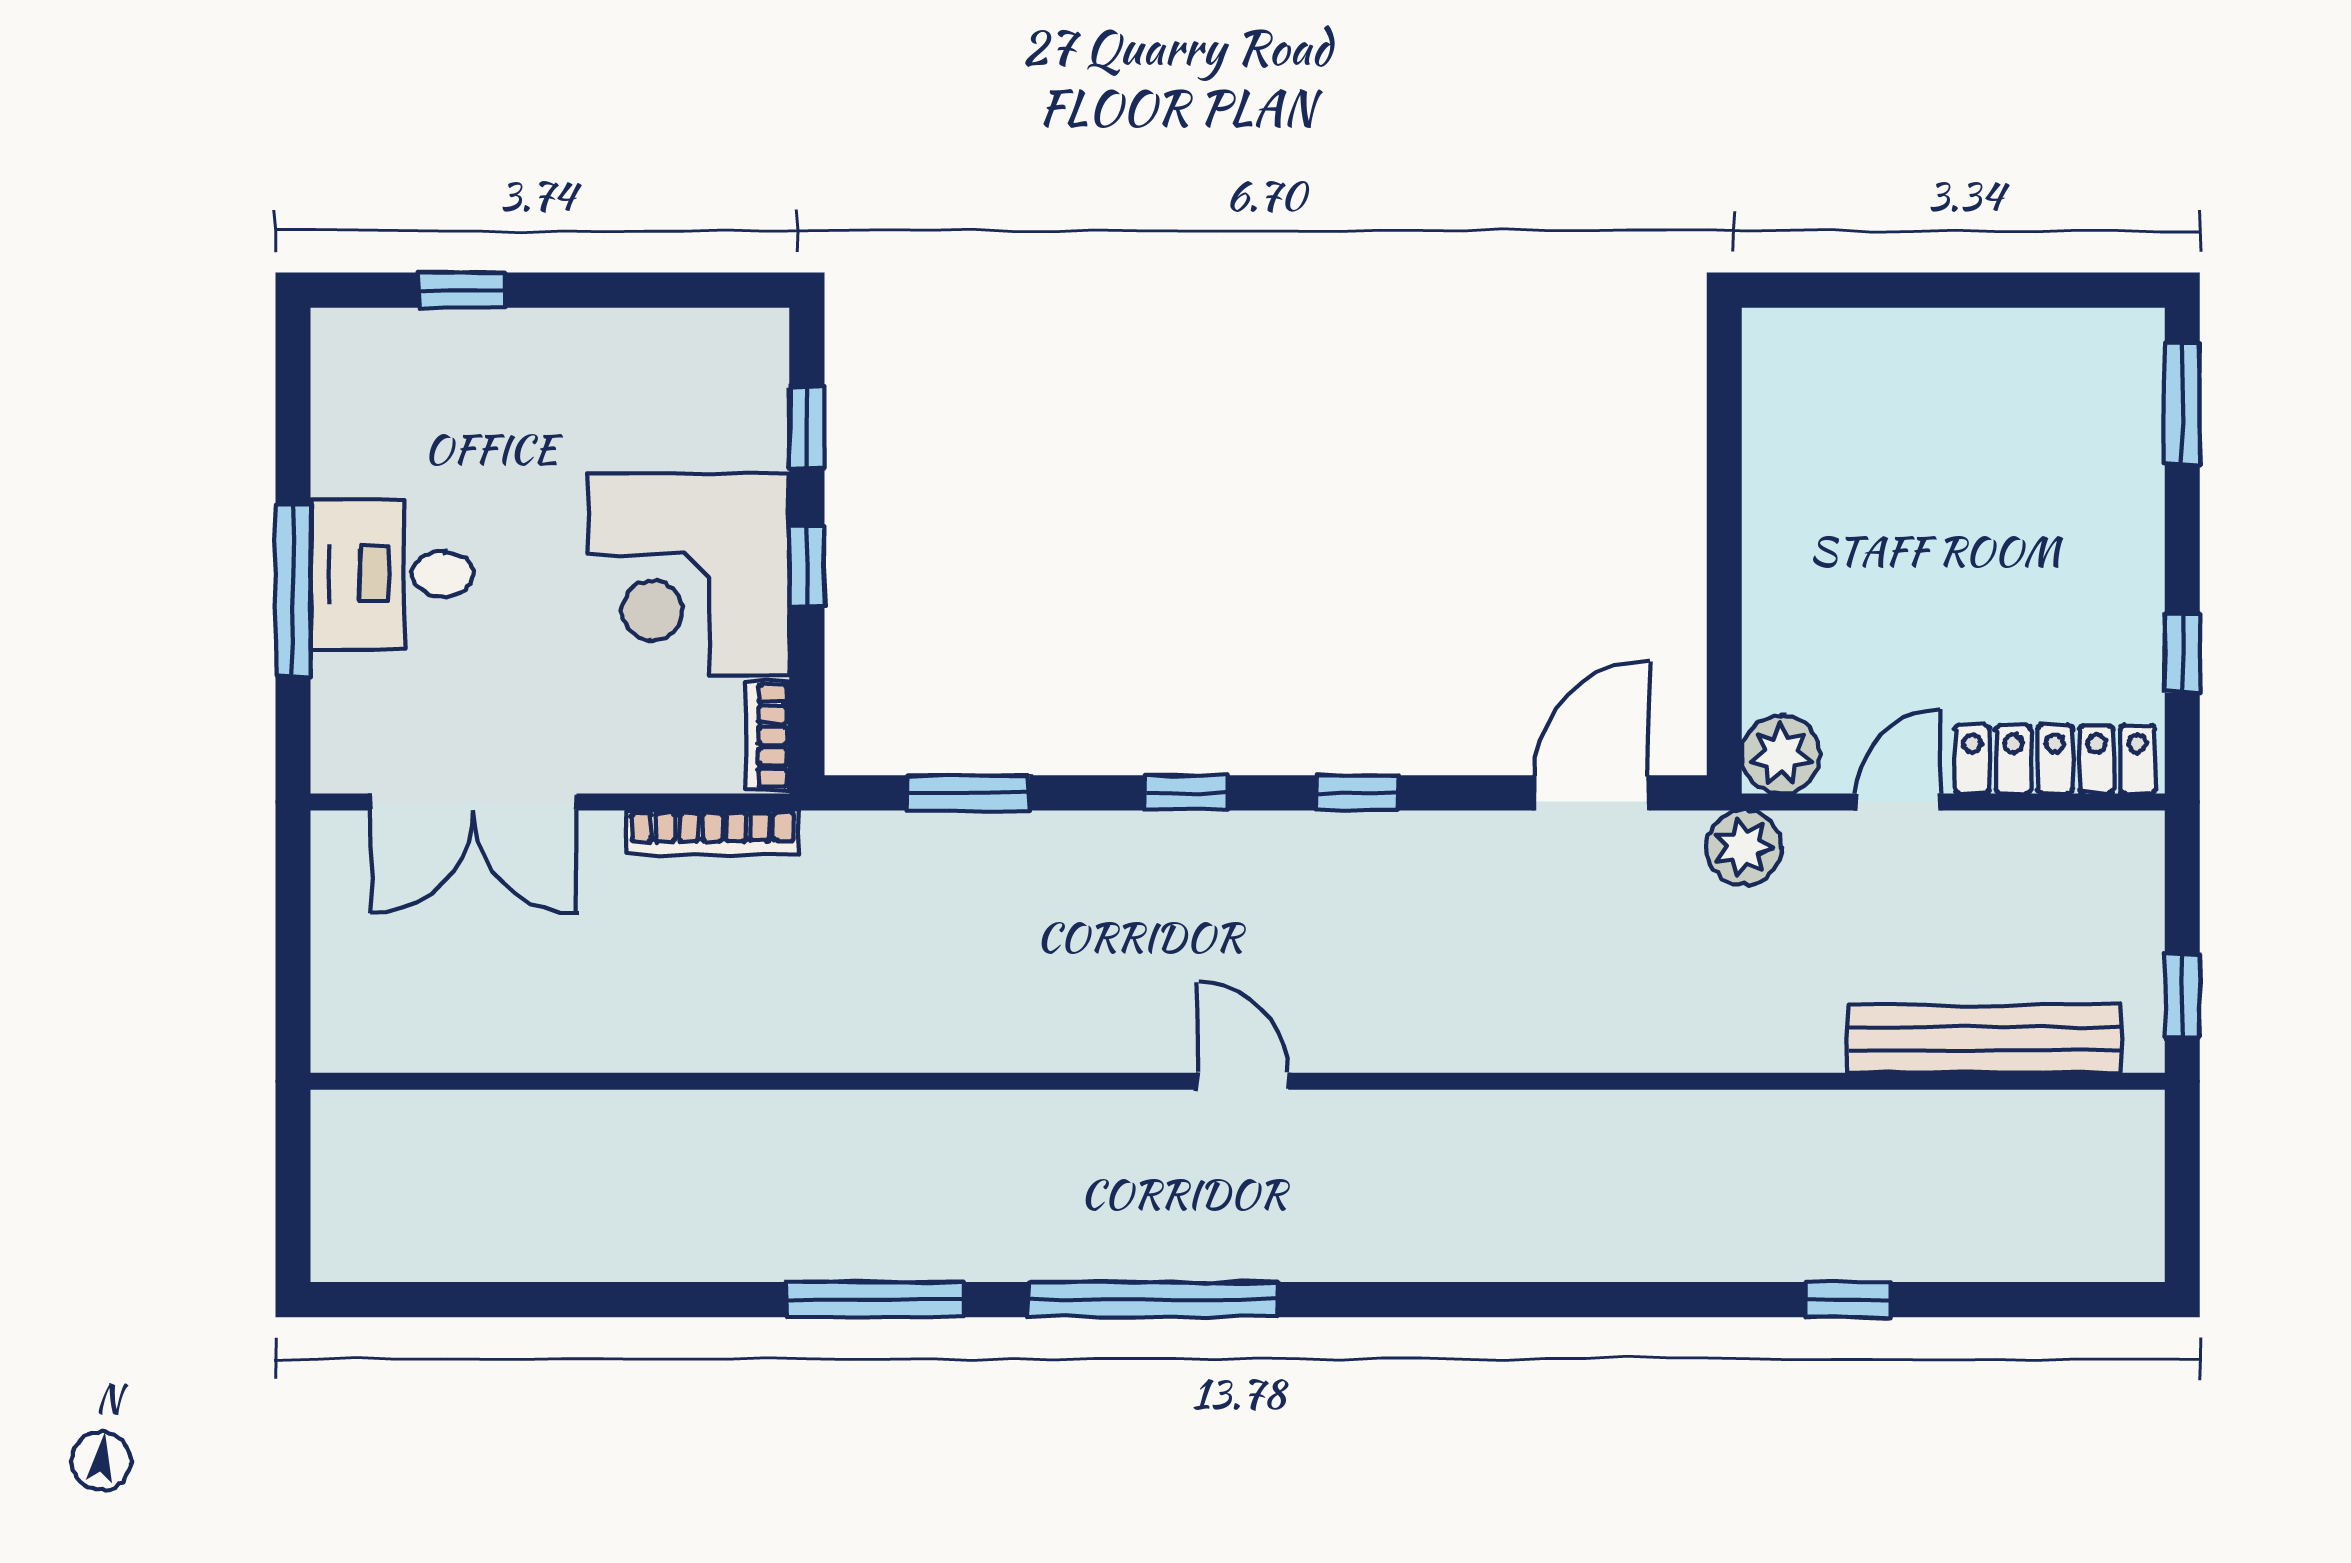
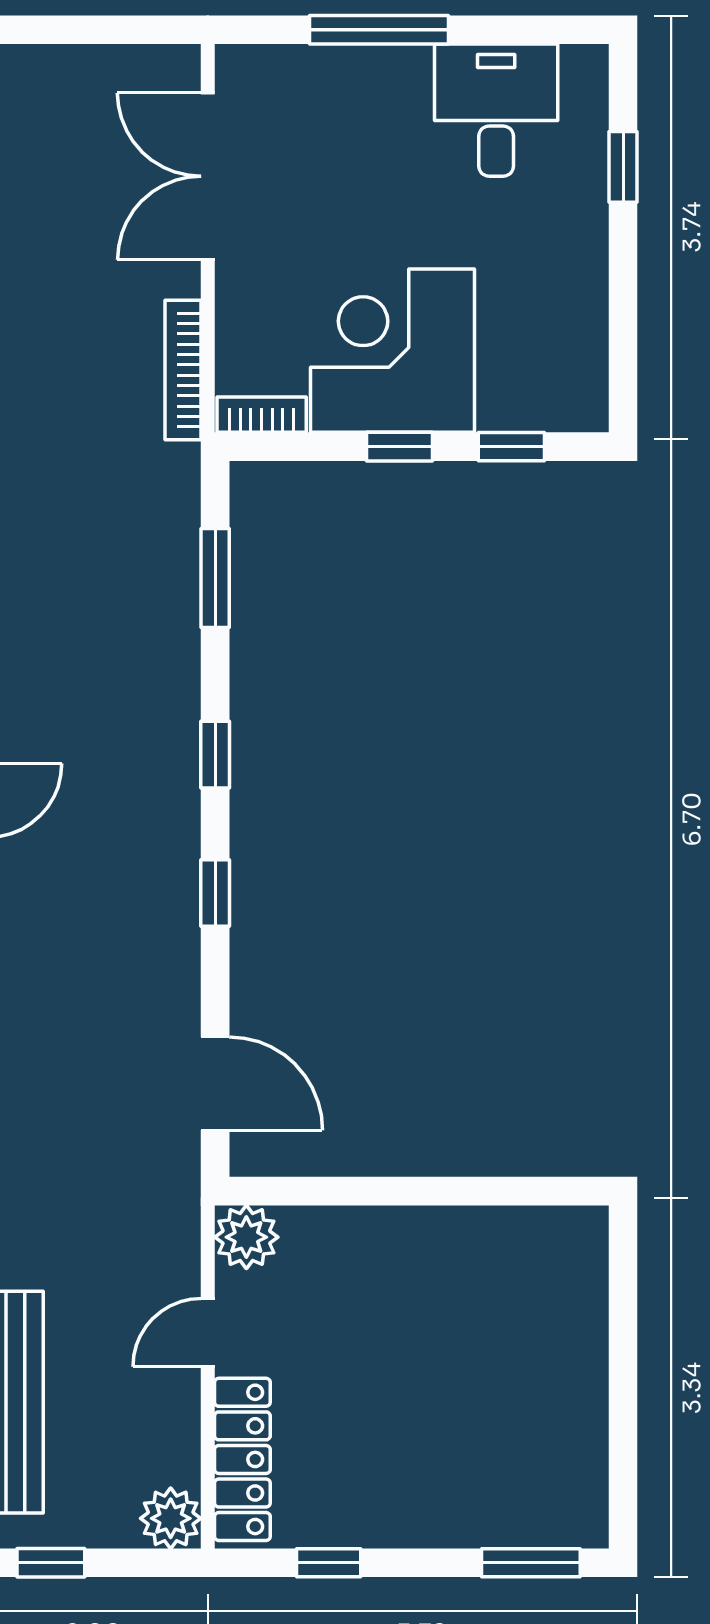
desk: (392, 574) -> (496, 110), moved
door: (1899, 802) -> (208, 1333), swing flipped
plant: (1744, 848) -> (171, 1518), moved

